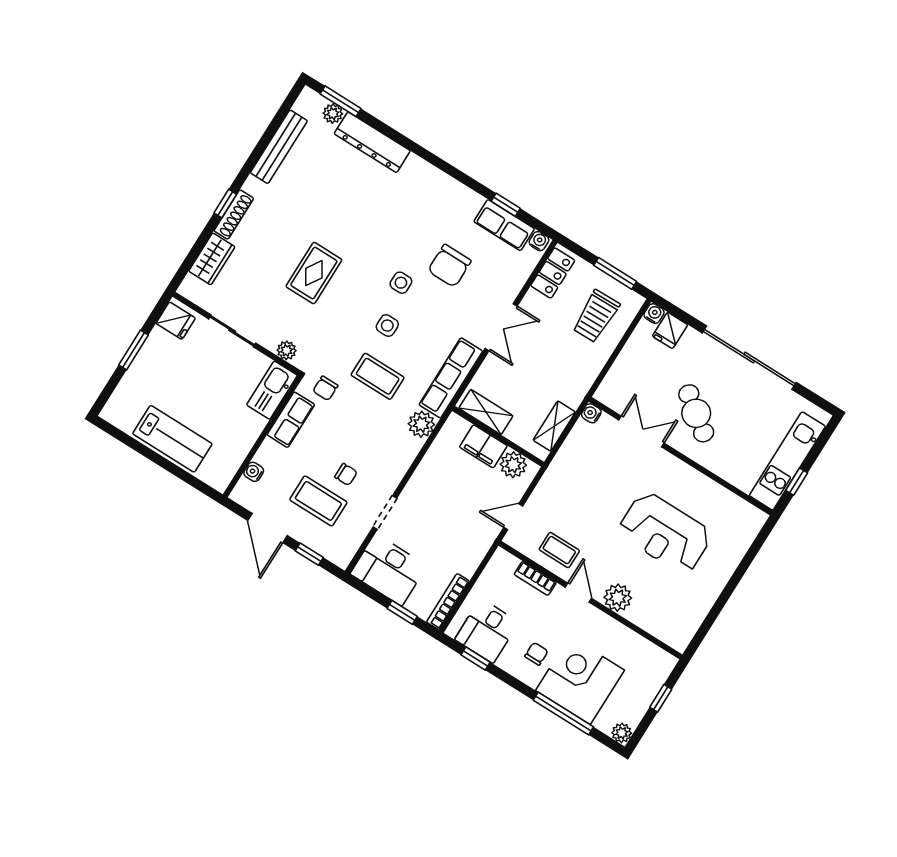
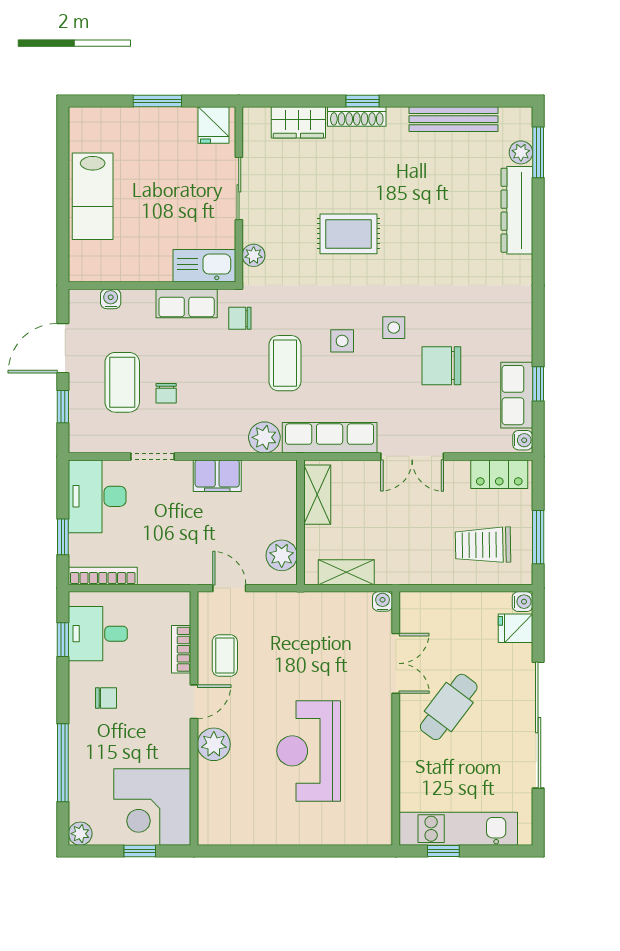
filing cabinet: (483, 446) -> (217, 476), moved, turned -90
corner desk: (580, 680) -> (152, 807), moved, turned 180

